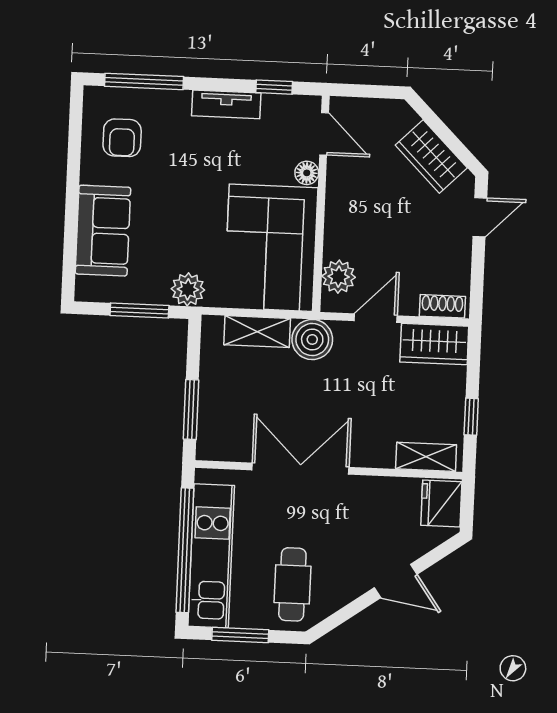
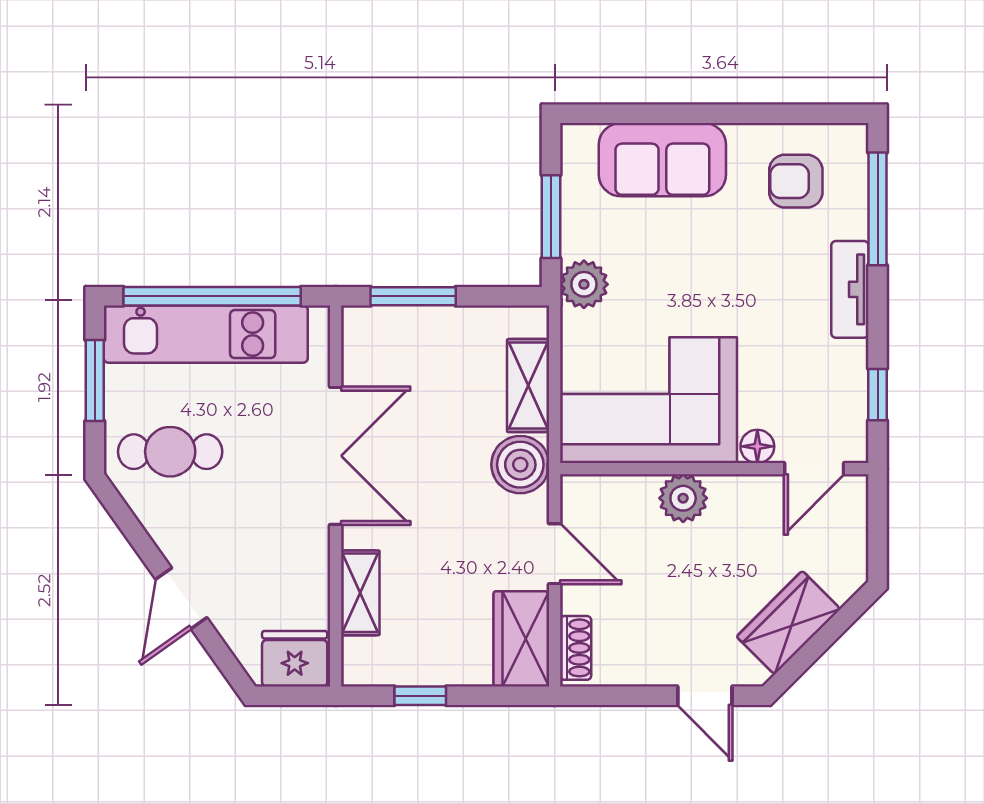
tv unit: (226, 104) -> (850, 289), moved
plant: (339, 277) -> (683, 498), moved
shelving: (426, 457) -> (360, 593), moved

